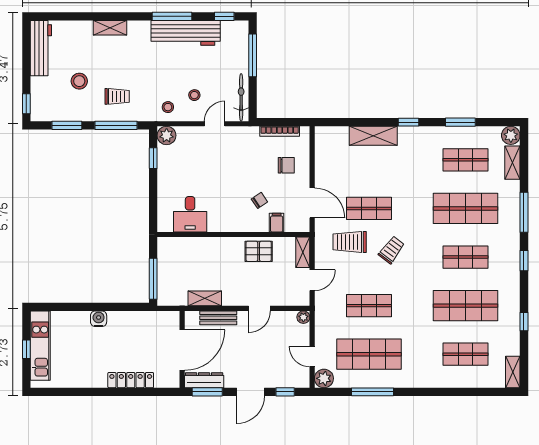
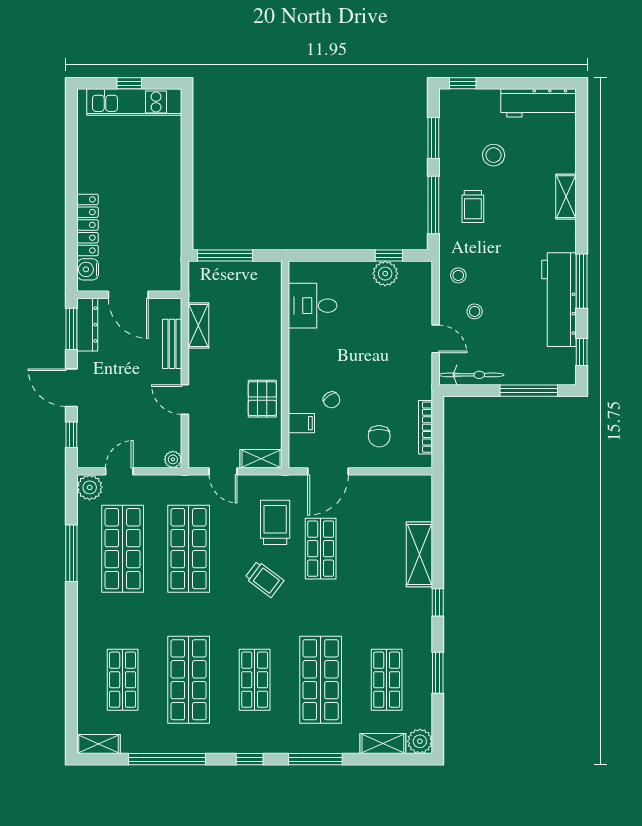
plant: (167, 135) -> (385, 274), moved
shop shelf: (369, 306) -> (189, 549), width x1.43, depth x1.36
water cooler: (99, 319) -> (88, 269), moved, turned 180
window: (524, 322) -> (167, 759), width x3.17
door: (182, 350) -> (128, 295), width x0.73

